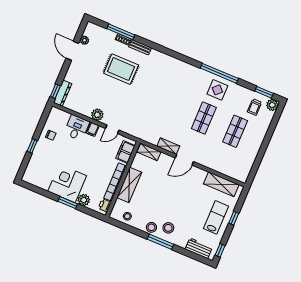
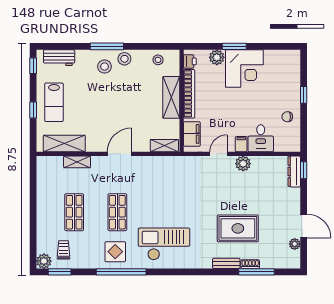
checkout: (180, 80) -> (164, 244), added
shelving: (168, 146) -> (77, 162), moved

